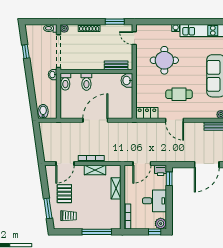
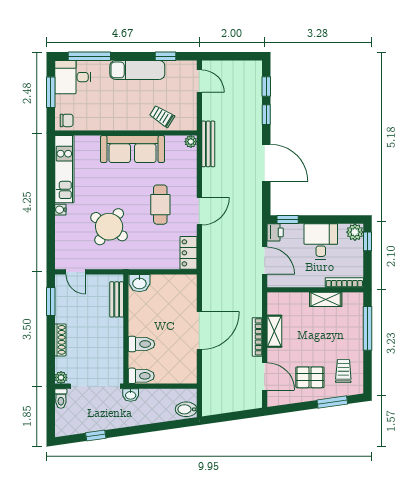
door: (134, 38) -> (76, 272), hinge flipped
round table: (164, 60) -> (109, 227), turned 35
door: (95, 120) -> (199, 331), swing flipped
shelving: (116, 188) -> (326, 299), moved

